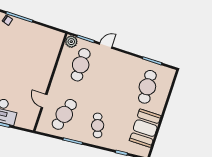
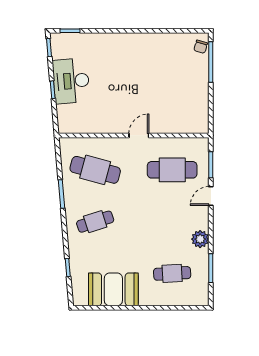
plant: (71, 42) -> (200, 239), moved
door: (106, 45) -> (211, 196), swing flipped
cafe table: (147, 87) -> (172, 273), width x0.73, depth x0.74
door: (44, 101) -> (139, 135), moved

